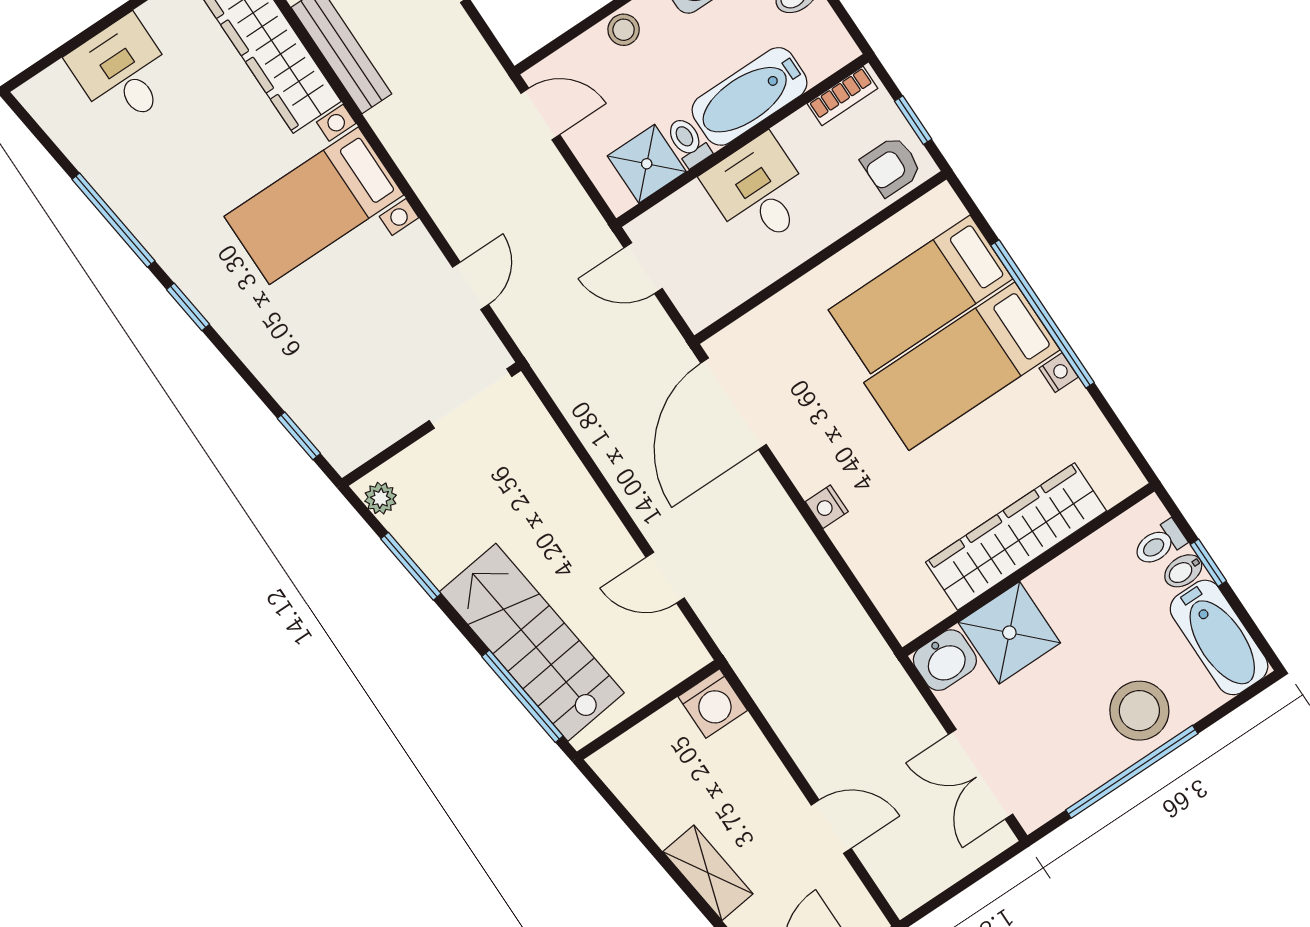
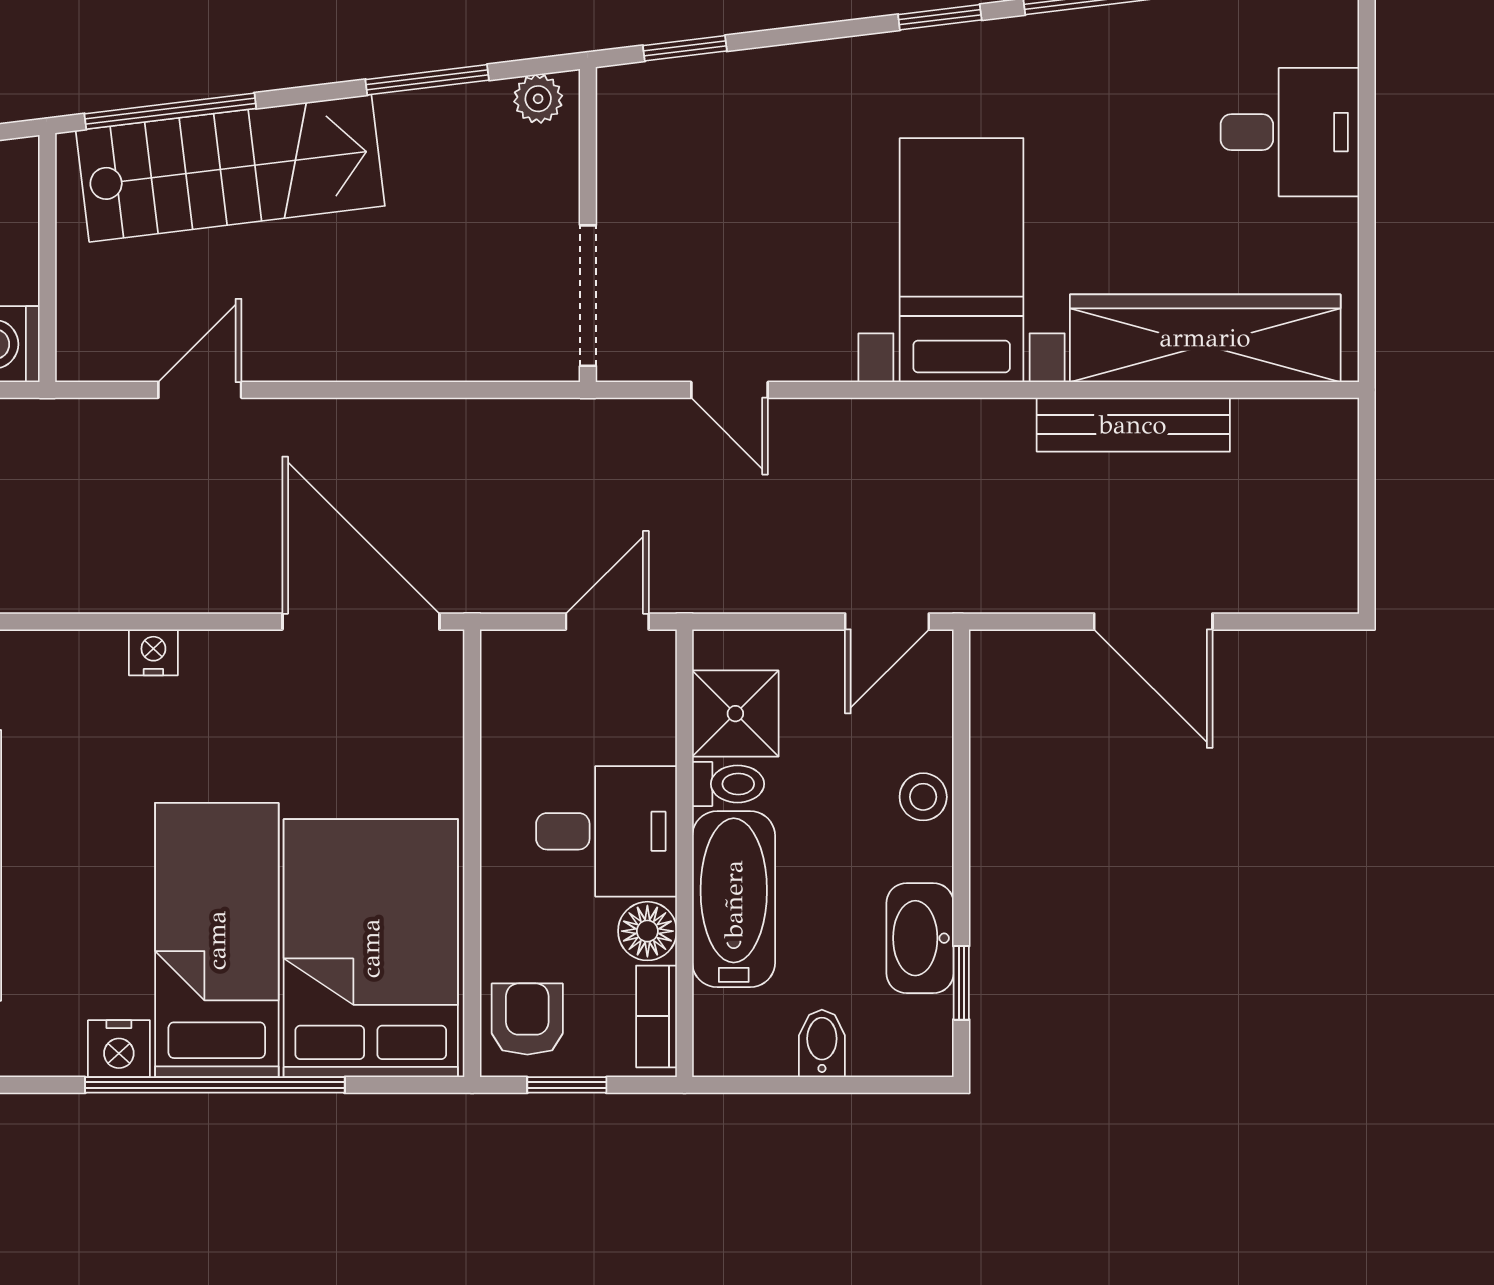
floor lamp: (799, 132) -> (647, 931), added
bed: (920, 294) -> (371, 948), width x1.50
nightstand: (1059, 373) -> (119, 1049), width x1.39, depth x1.35

